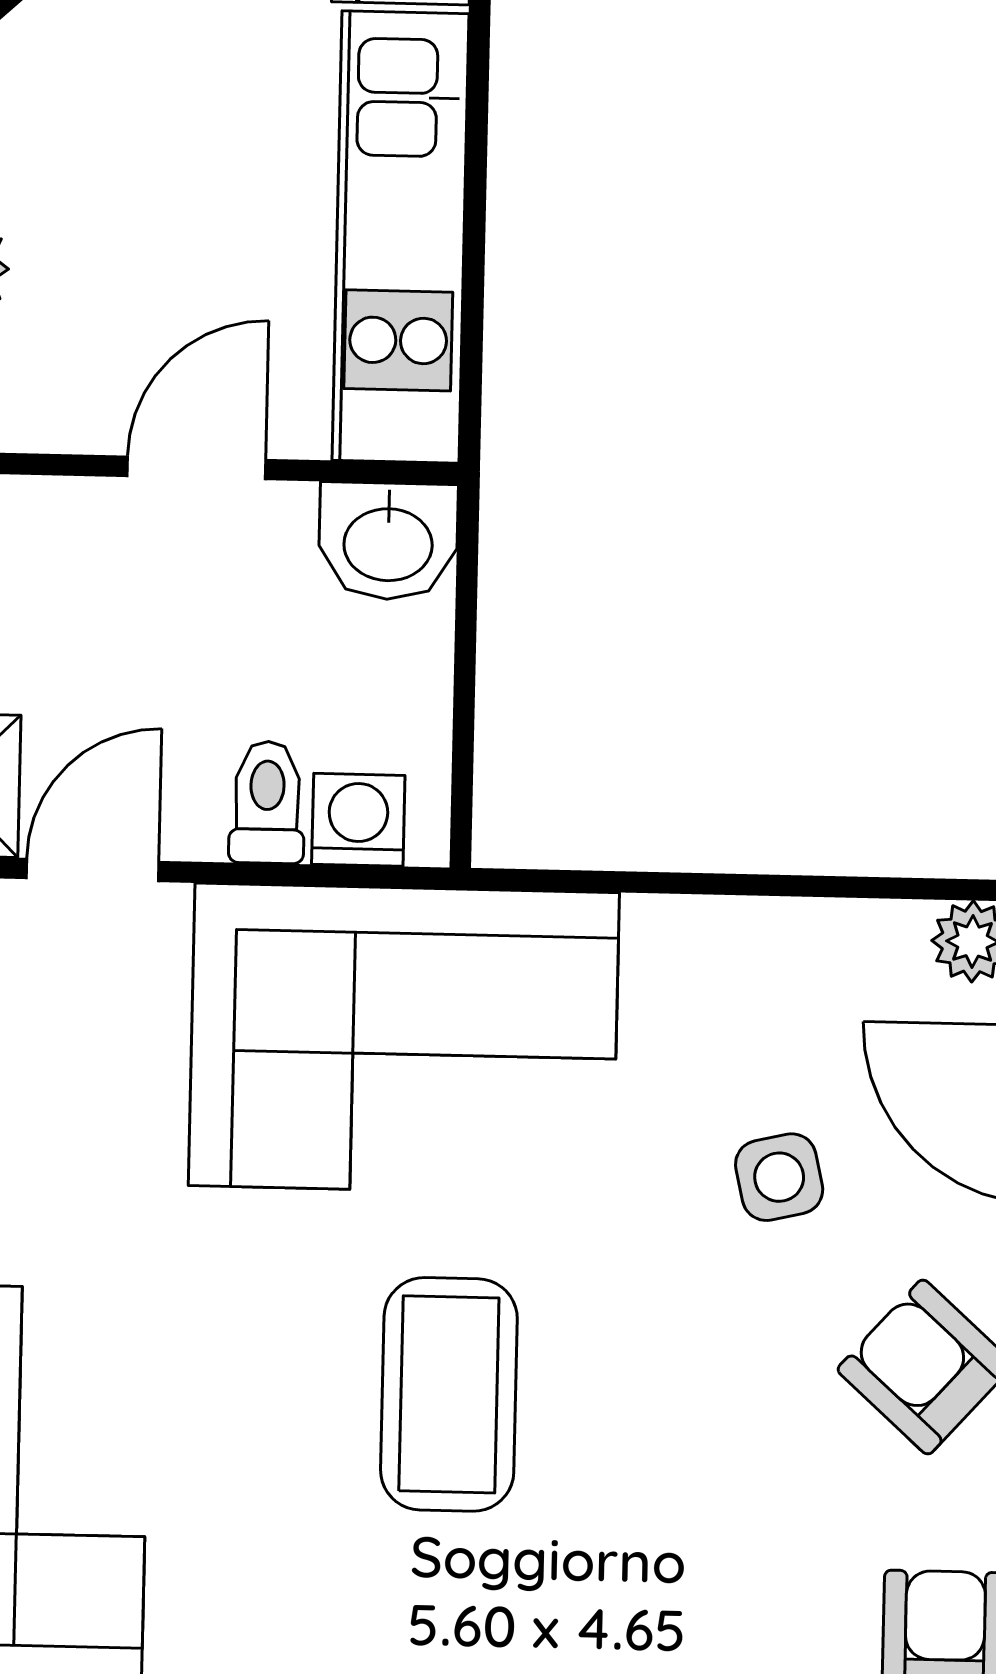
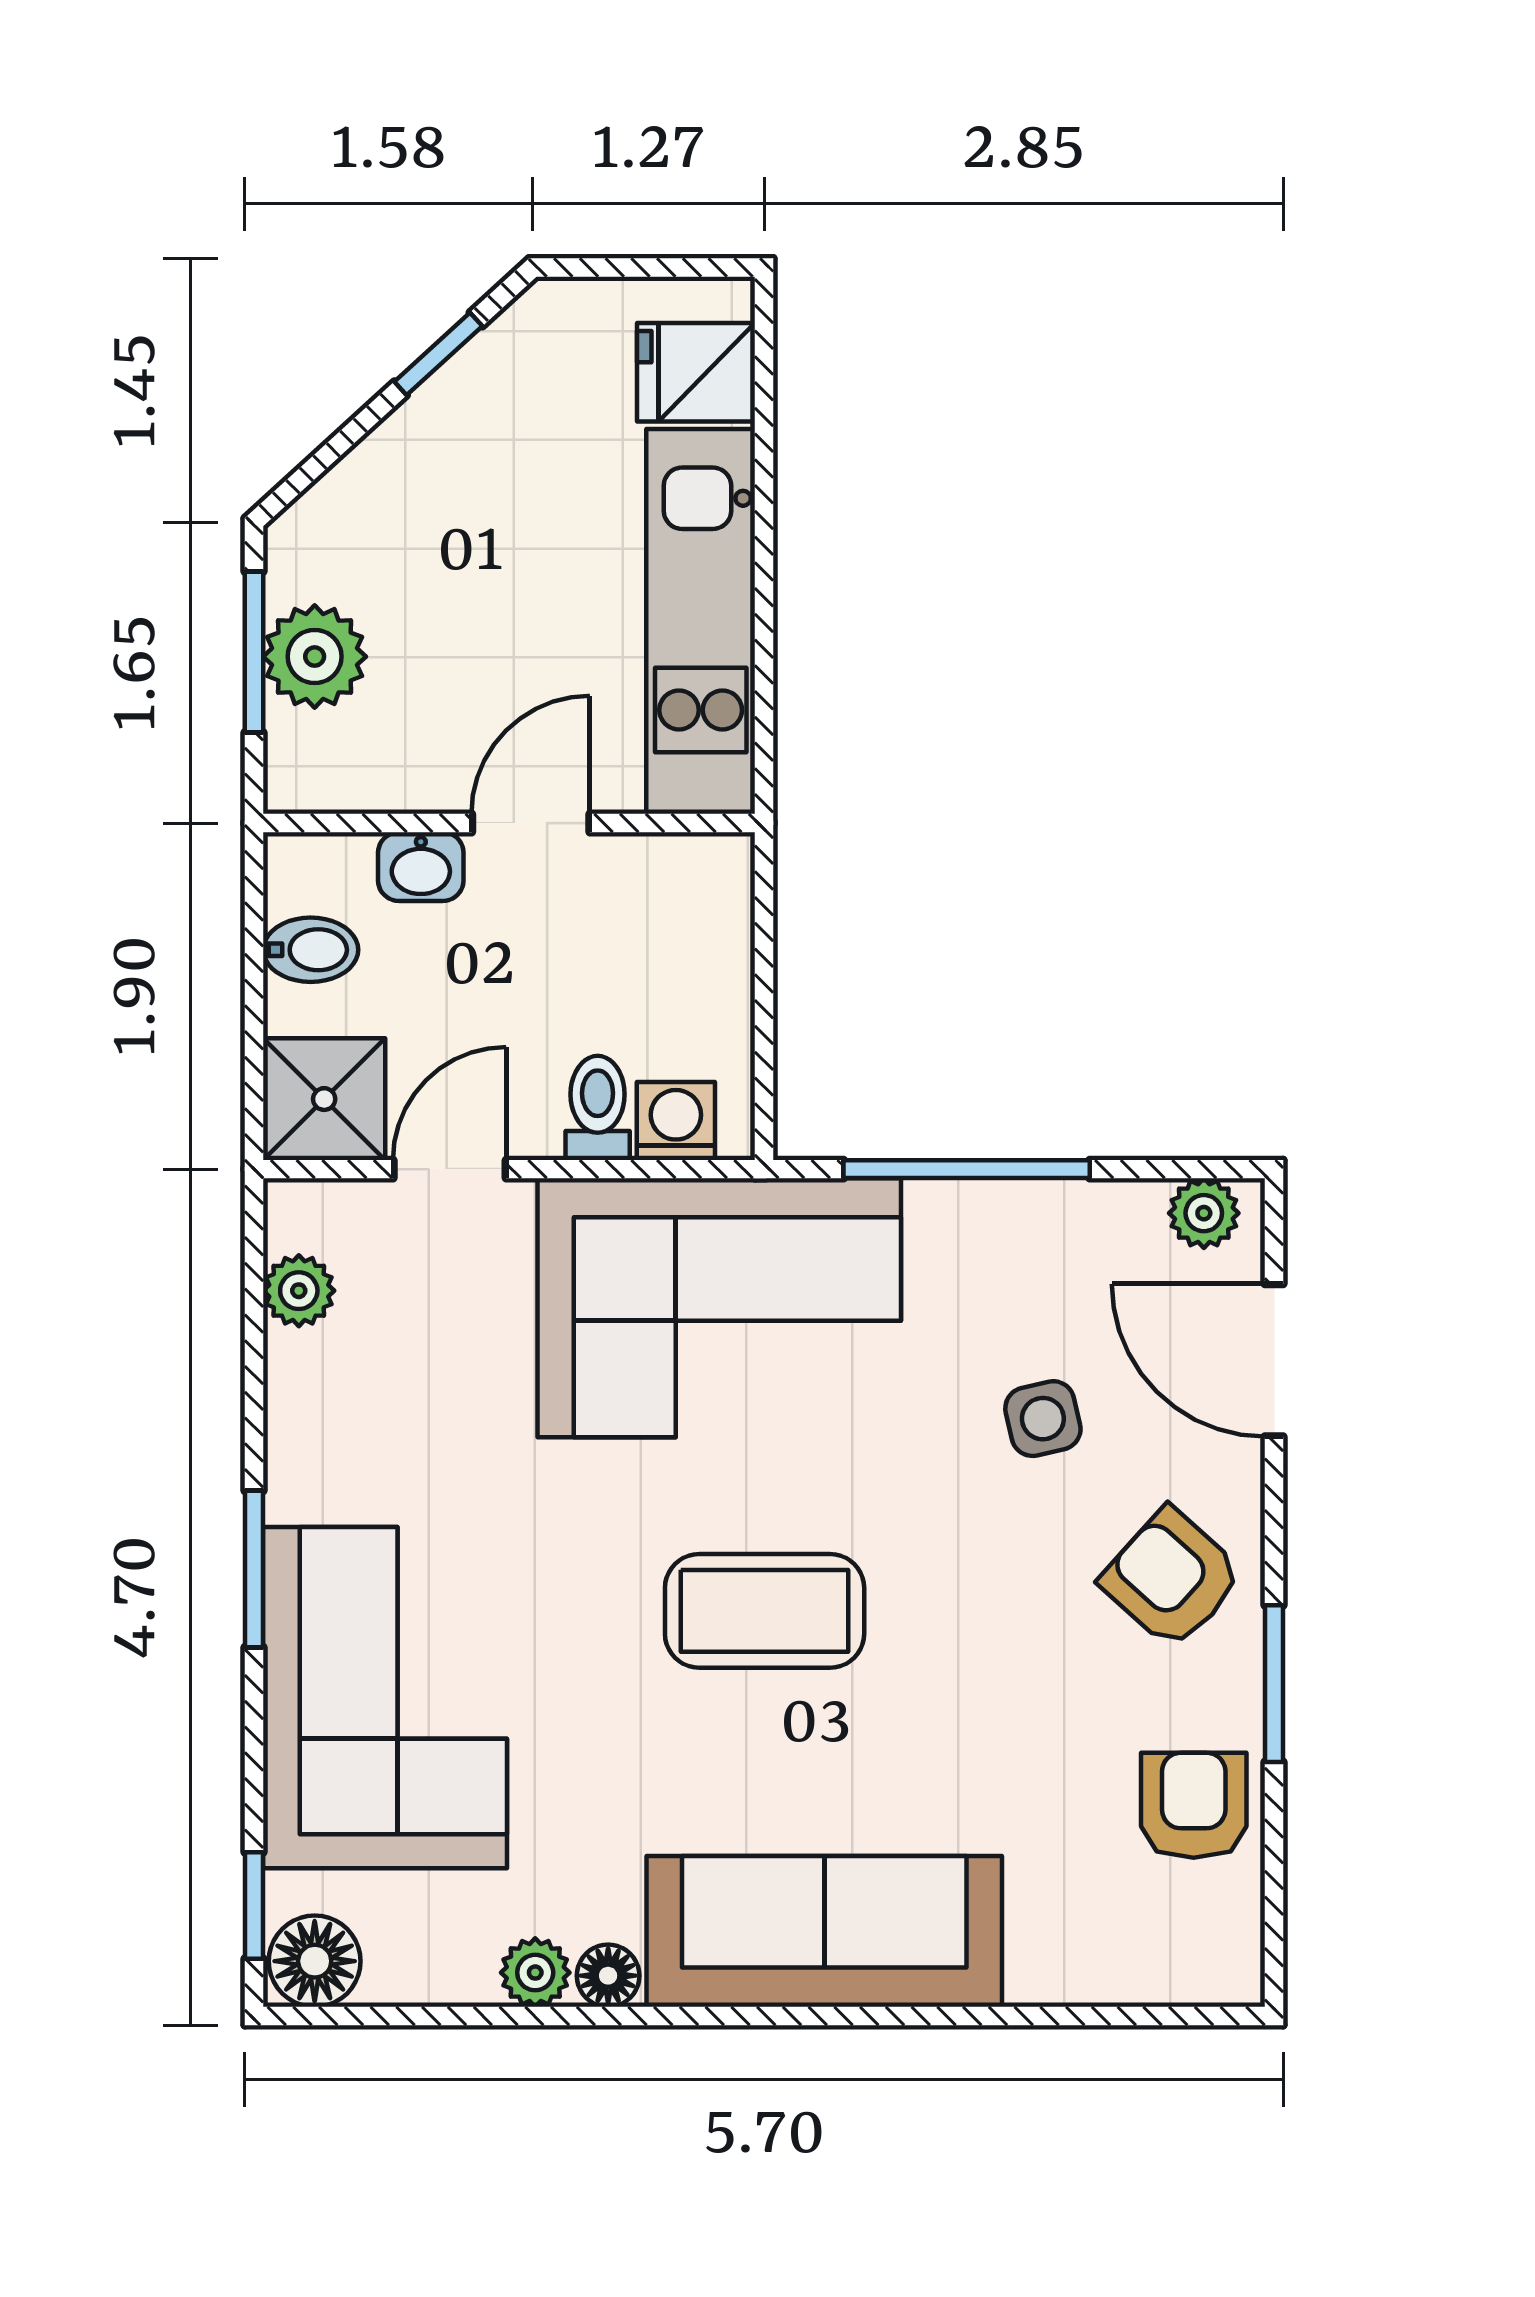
washbasin: (388, 541) -> (421, 867), moved, width x0.72, depth x0.69
window: (697, 884) -> (967, 1169), added
coffee table: (449, 1394) -> (765, 1611), turned 90

